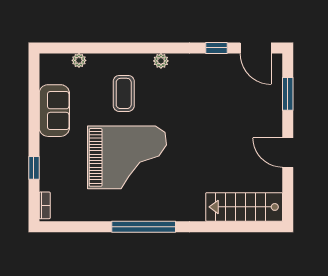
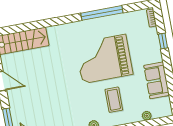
window: (144, 227) -> (102, 13), moved

